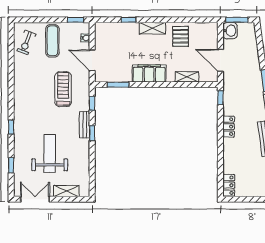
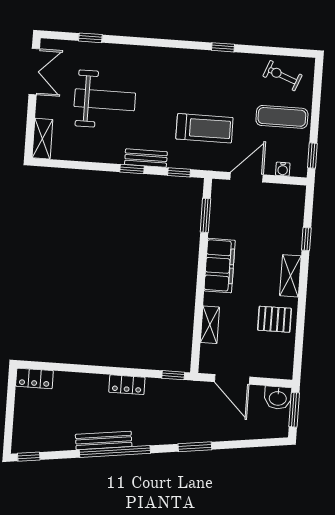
door: (220, 60) -> (232, 379), swing flipped
window: (11, 127) -> (223, 47), moved
shelving: (66, 191) -> (42, 139), moved

